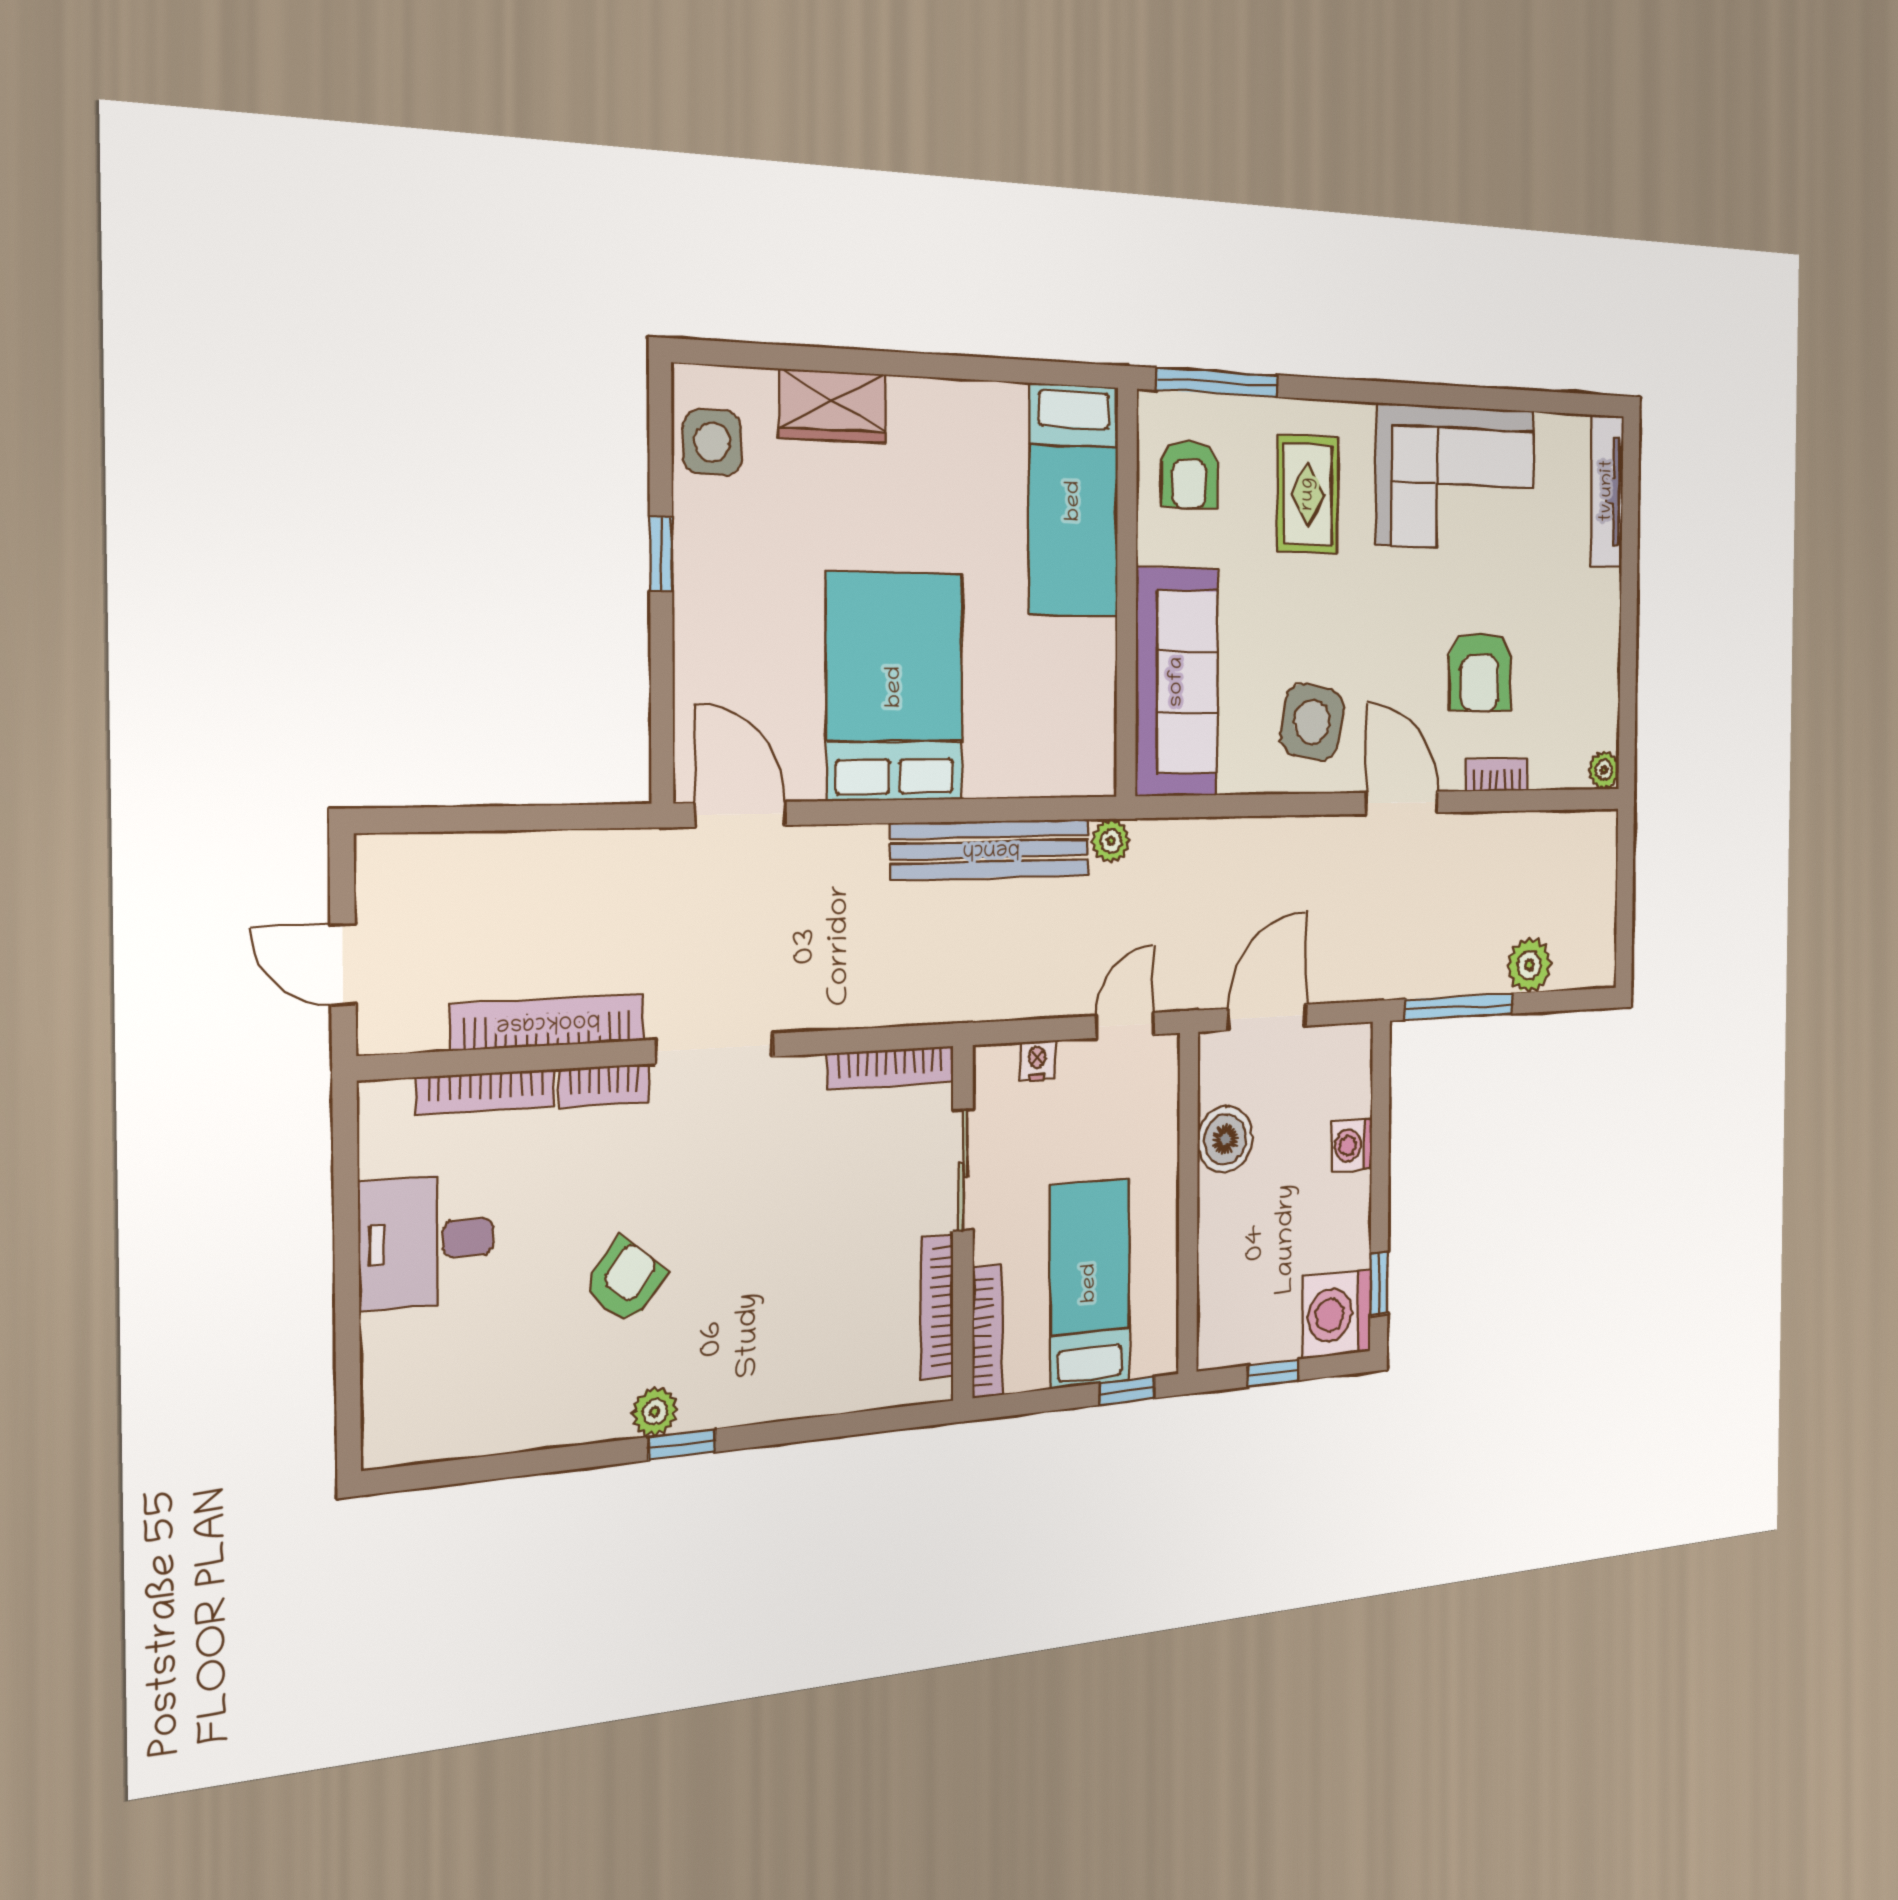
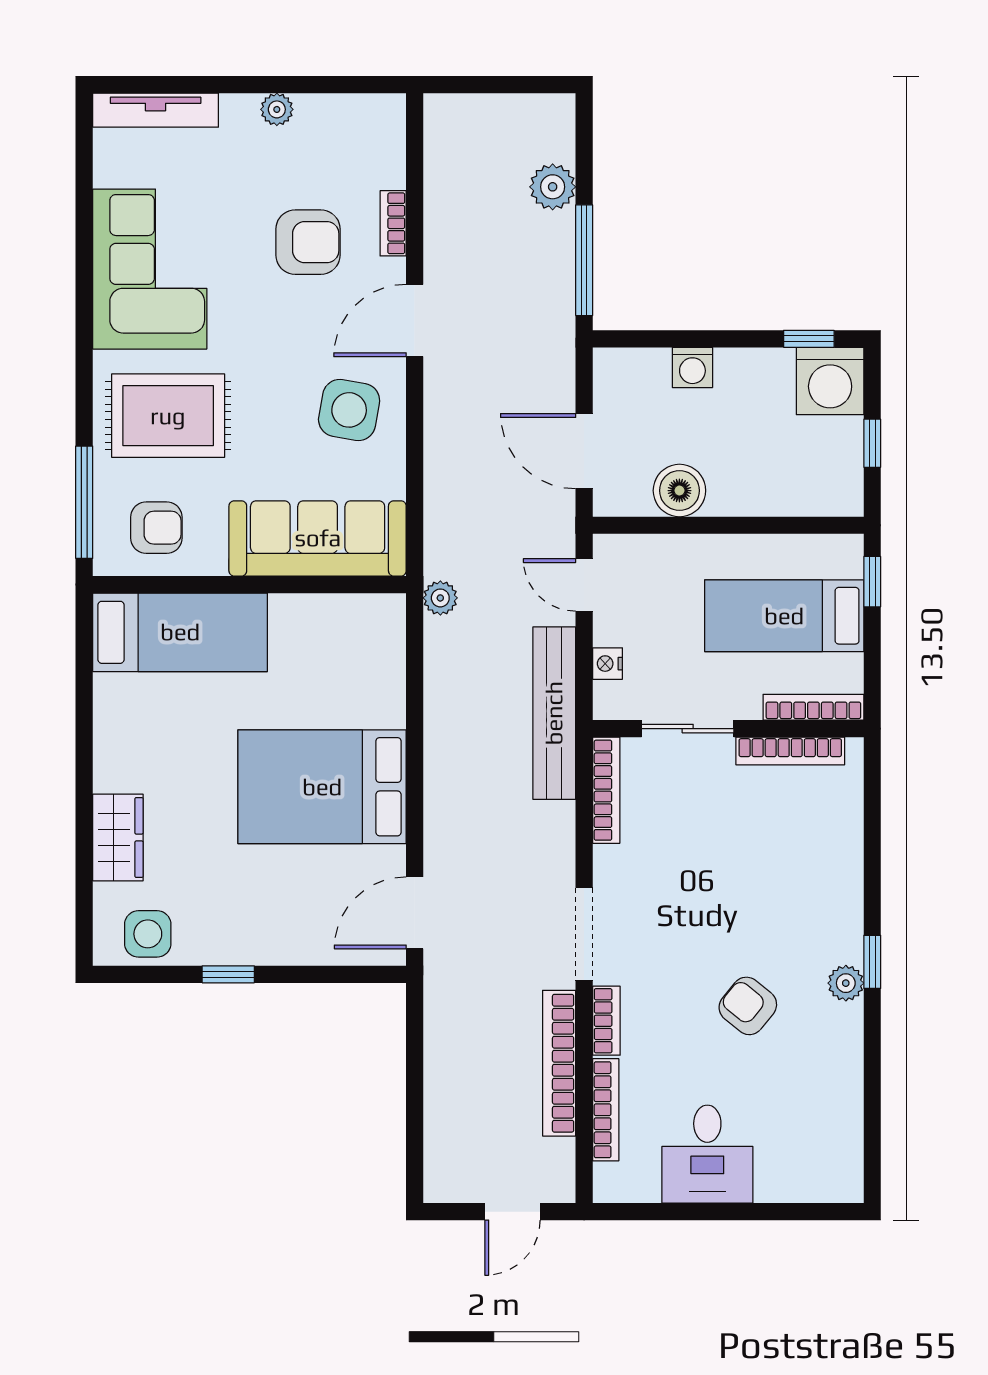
rug: (1308, 494) -> (168, 416), width x1.36, depth x1.43
plant: (1604, 770) -> (277, 109), moved
bench: (991, 849) -> (554, 713), moved

